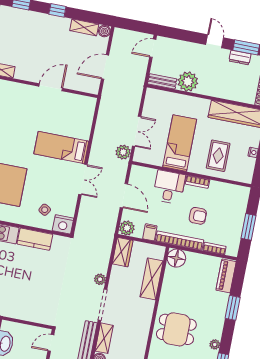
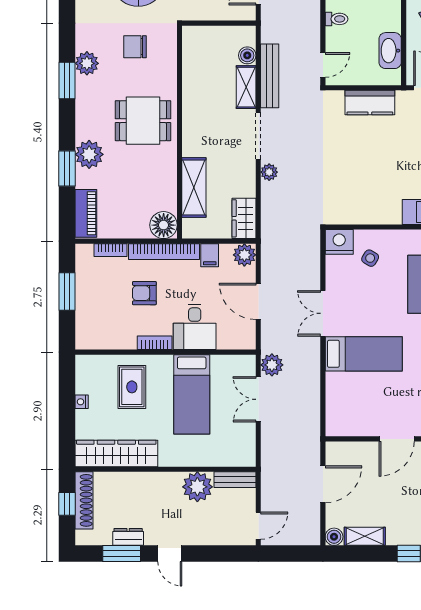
kitchen counter: (35, 239) -> (370, 103), moved, turned 180
plant: (215, 344) -> (89, 154), moved, width x1.88, depth x1.88

